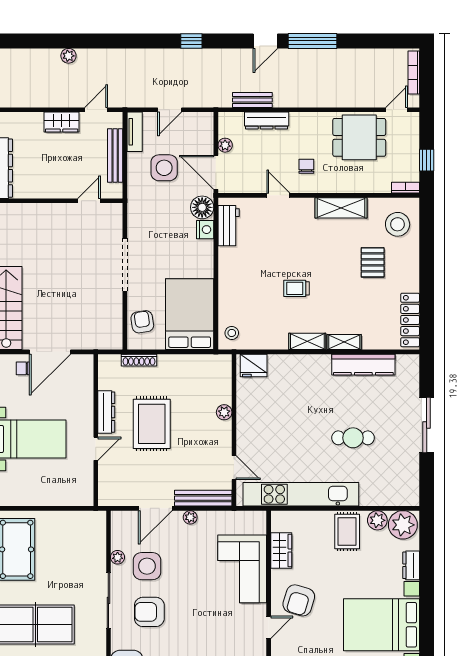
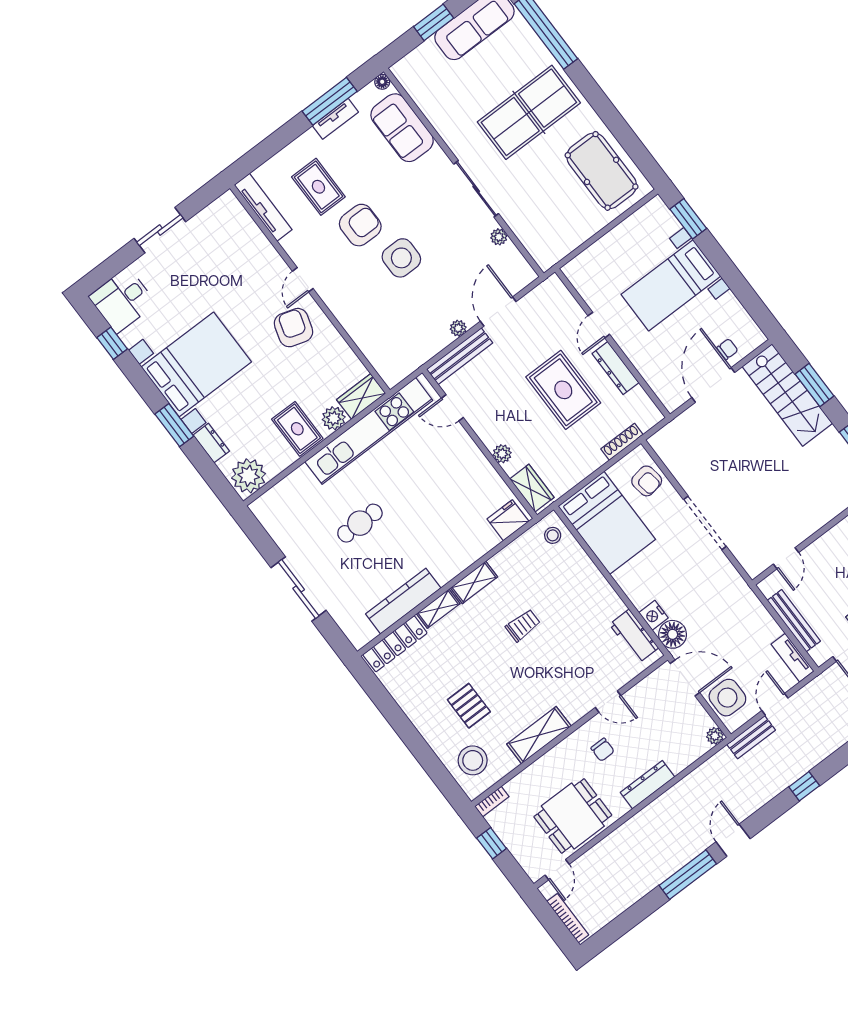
bench: (252, 100) -> (751, 737), moved
dresser: (267, 121) -> (647, 785), moved
plant: (225, 145) -> (715, 736), moved
side table: (164, 168) -> (727, 698), moved
locker: (410, 320) -> (395, 644), moved, turned 90
wardrobe: (222, 375) -> (532, 488), added
plant: (377, 520) -> (334, 418), moved
wardrobe: (281, 550) -> (361, 396), moved, turned 90
side table: (147, 566) -> (401, 258), moved
corner sofa: (242, 569) -> (371, 317), removed
window: (427, 596) -> (174, 425), added
armchair: (149, 612) -> (360, 225), moved

